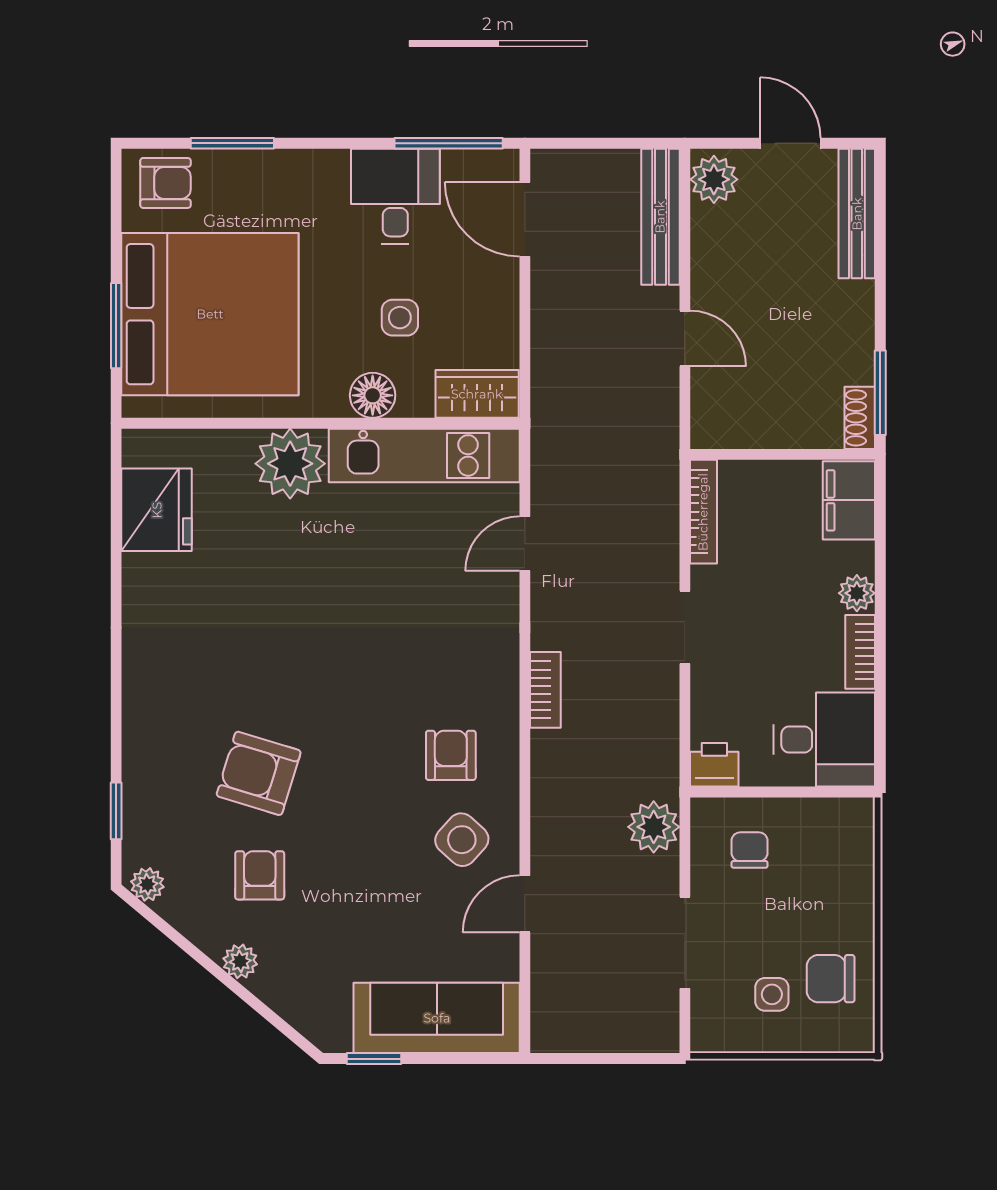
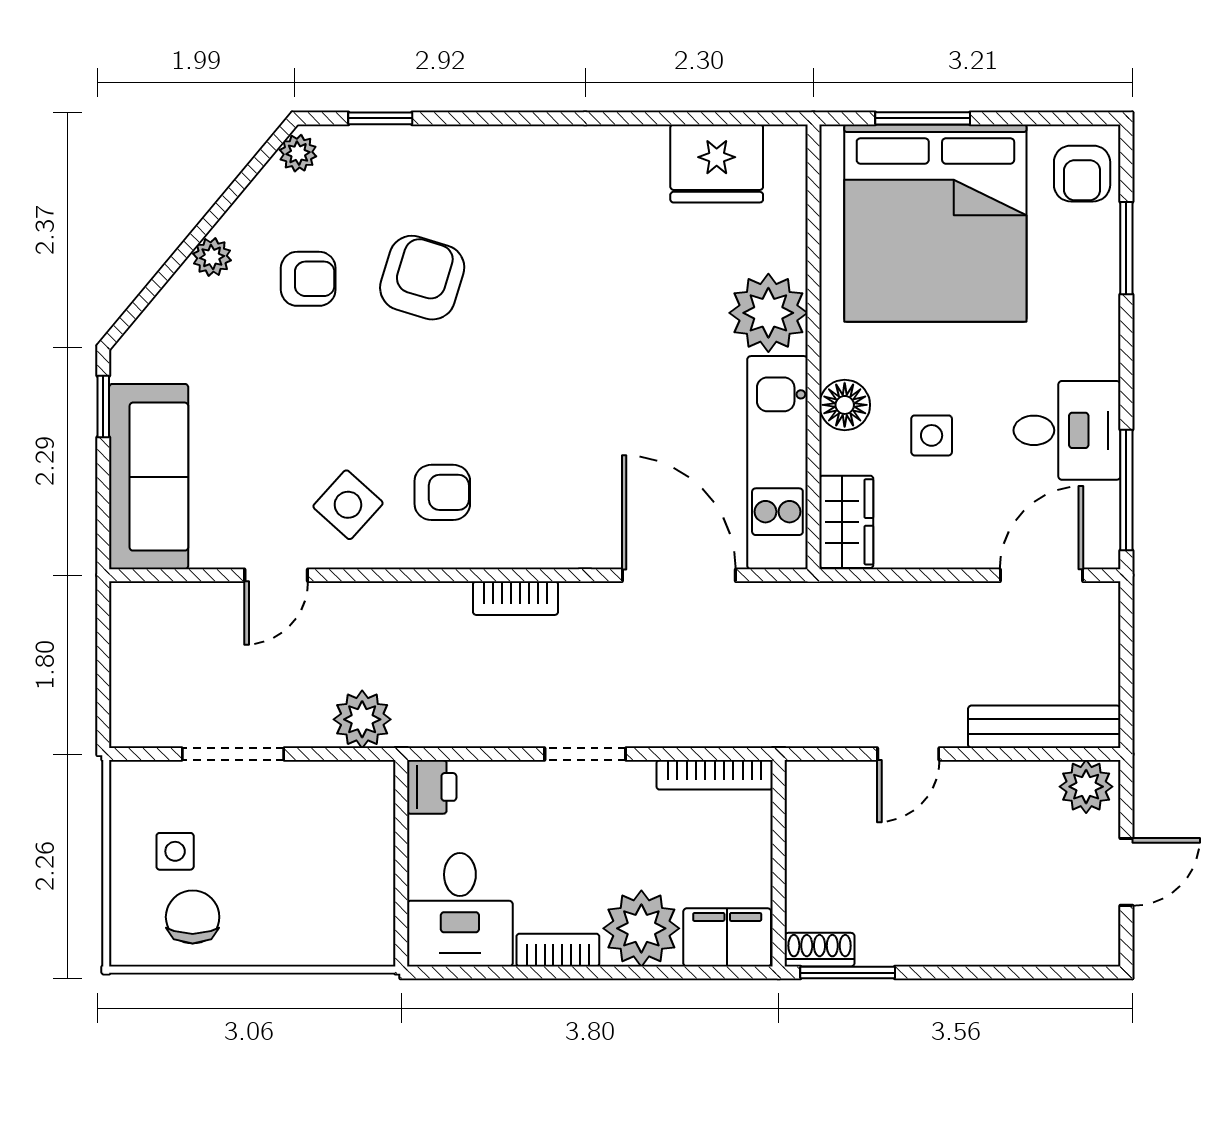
bench: (857, 214) -> (1048, 946), removed
door: (525, 544) -> (679, 575), width x1.87
plant: (857, 593) -> (641, 928), width x1.87, depth x1.87
chair: (750, 850) -> (336, 826), removed
door: (525, 904) -> (276, 575), swing flipped

